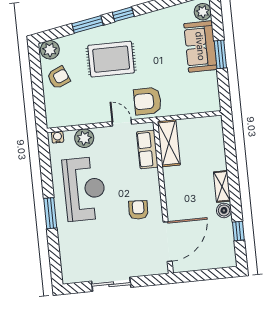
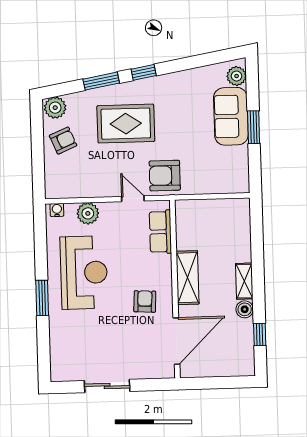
shelving: (169, 143) -> (188, 278), moved

